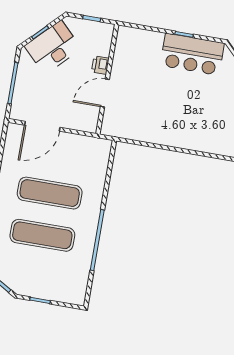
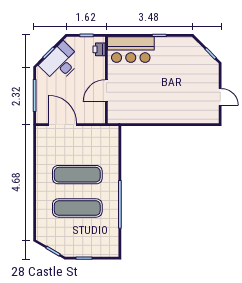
bar counter: (192, 54) -> (131, 50), moved
printer: (100, 65) -> (99, 49), moved
door: (42, 126) -> (63, 125), swing flipped

